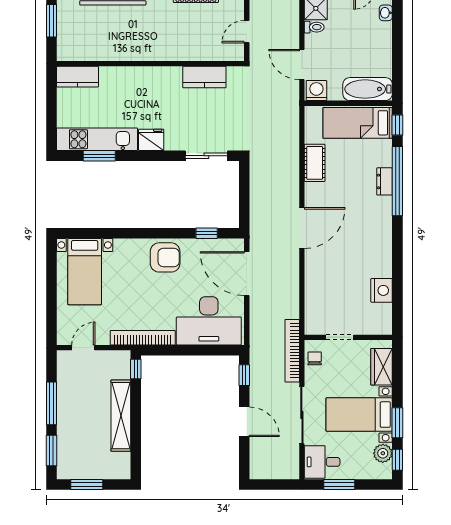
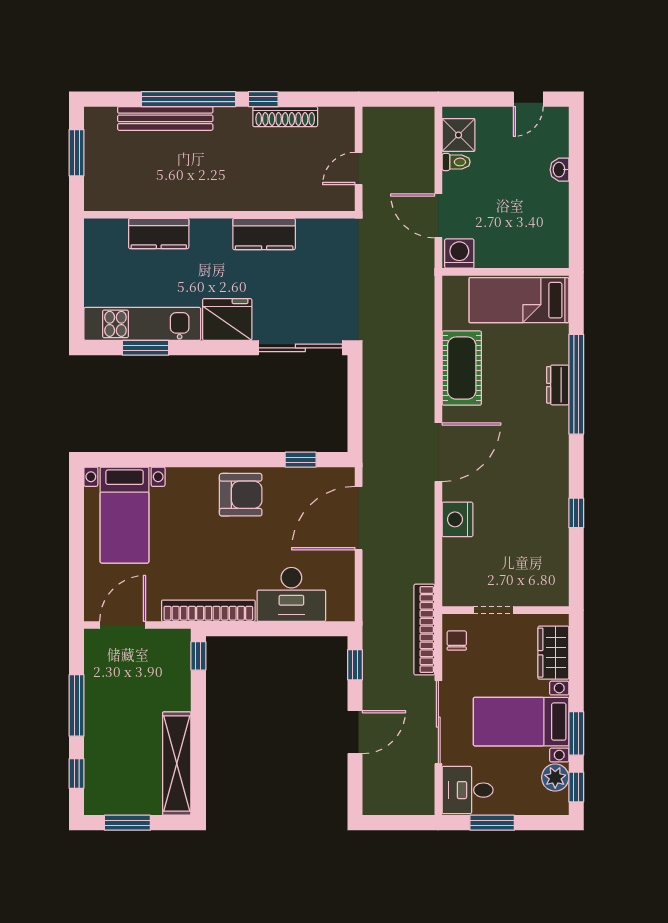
washbasin: (386, 13) -> (560, 170), moved
kitchen counter: (77, 77) -> (159, 234), moved
kitchen counter: (204, 77) -> (264, 234), moved
bathtub: (368, 89) -> (533, 251), removed
window: (397, 125) -> (576, 513), moved
fridge: (151, 140) -> (227, 319), width x1.36, depth x1.34
sliding door: (206, 156) -> (300, 348), width x1.37
cot: (315, 163) -> (462, 368), width x1.37, depth x1.34
door: (247, 274) -> (359, 518), hinge flipped
nightstand: (382, 290) -> (457, 519), moved, turned 180
desk: (209, 321) -> (291, 594), width x0.73, depth x0.77
door: (83, 348) -> (123, 625), width x1.38
shelving: (121, 416) -> (177, 764), moved
door: (244, 422) -> (355, 732), hinge flipped
window: (51, 450) -> (77, 774), width x0.67

